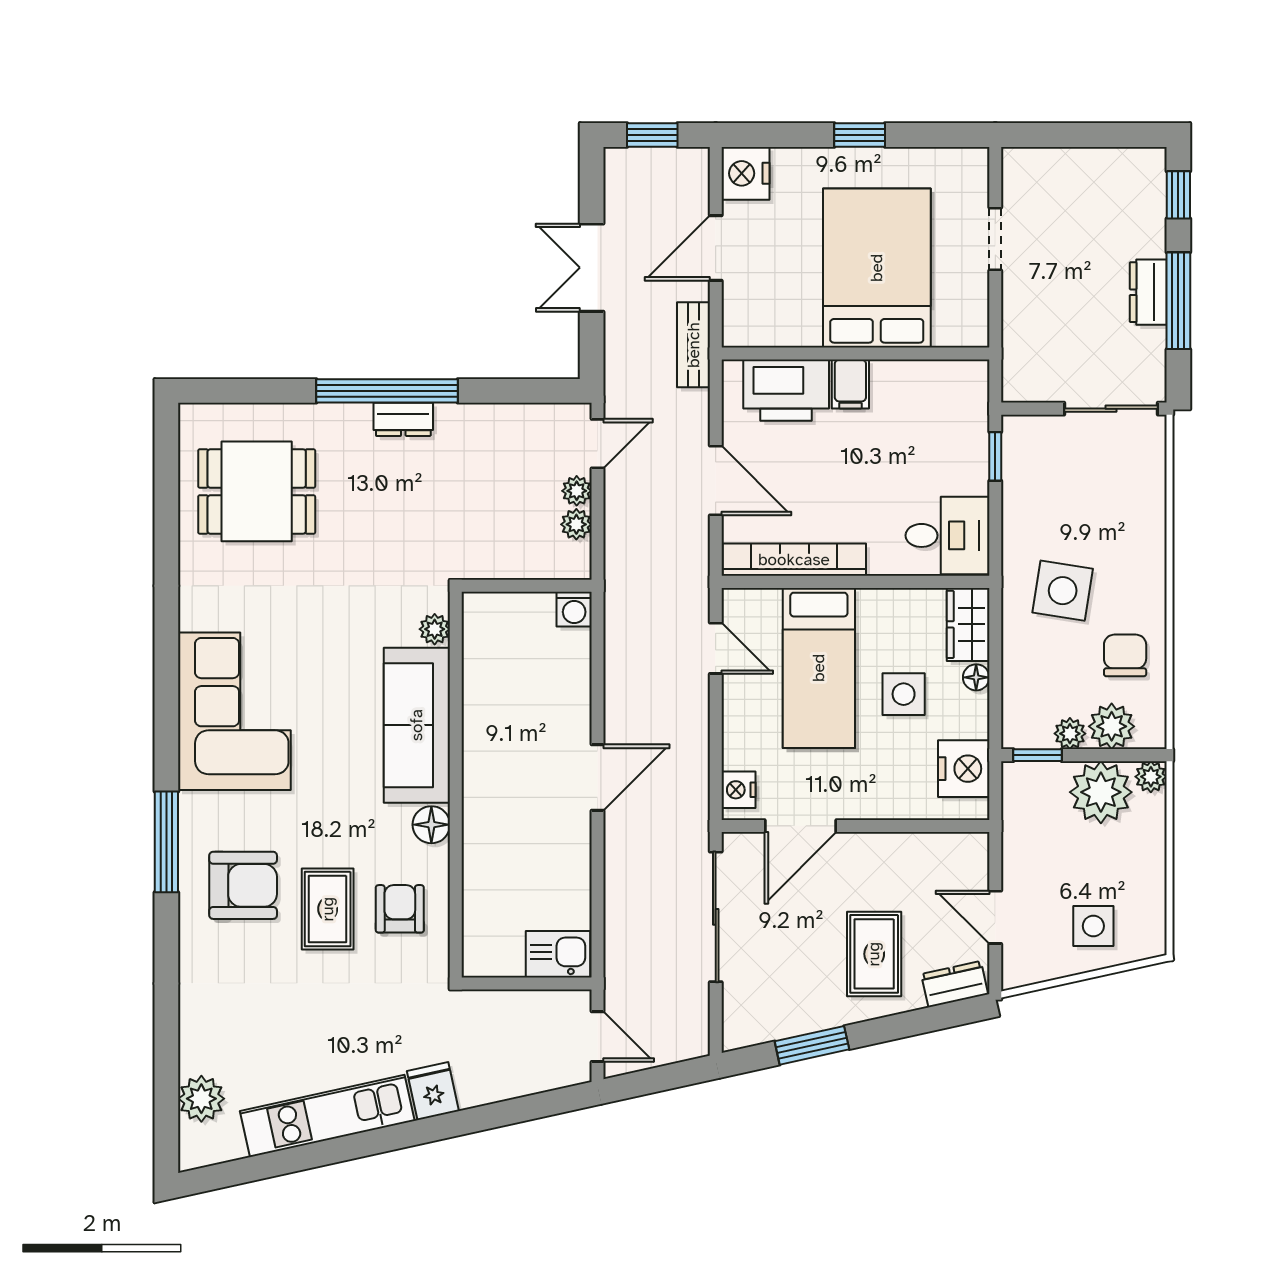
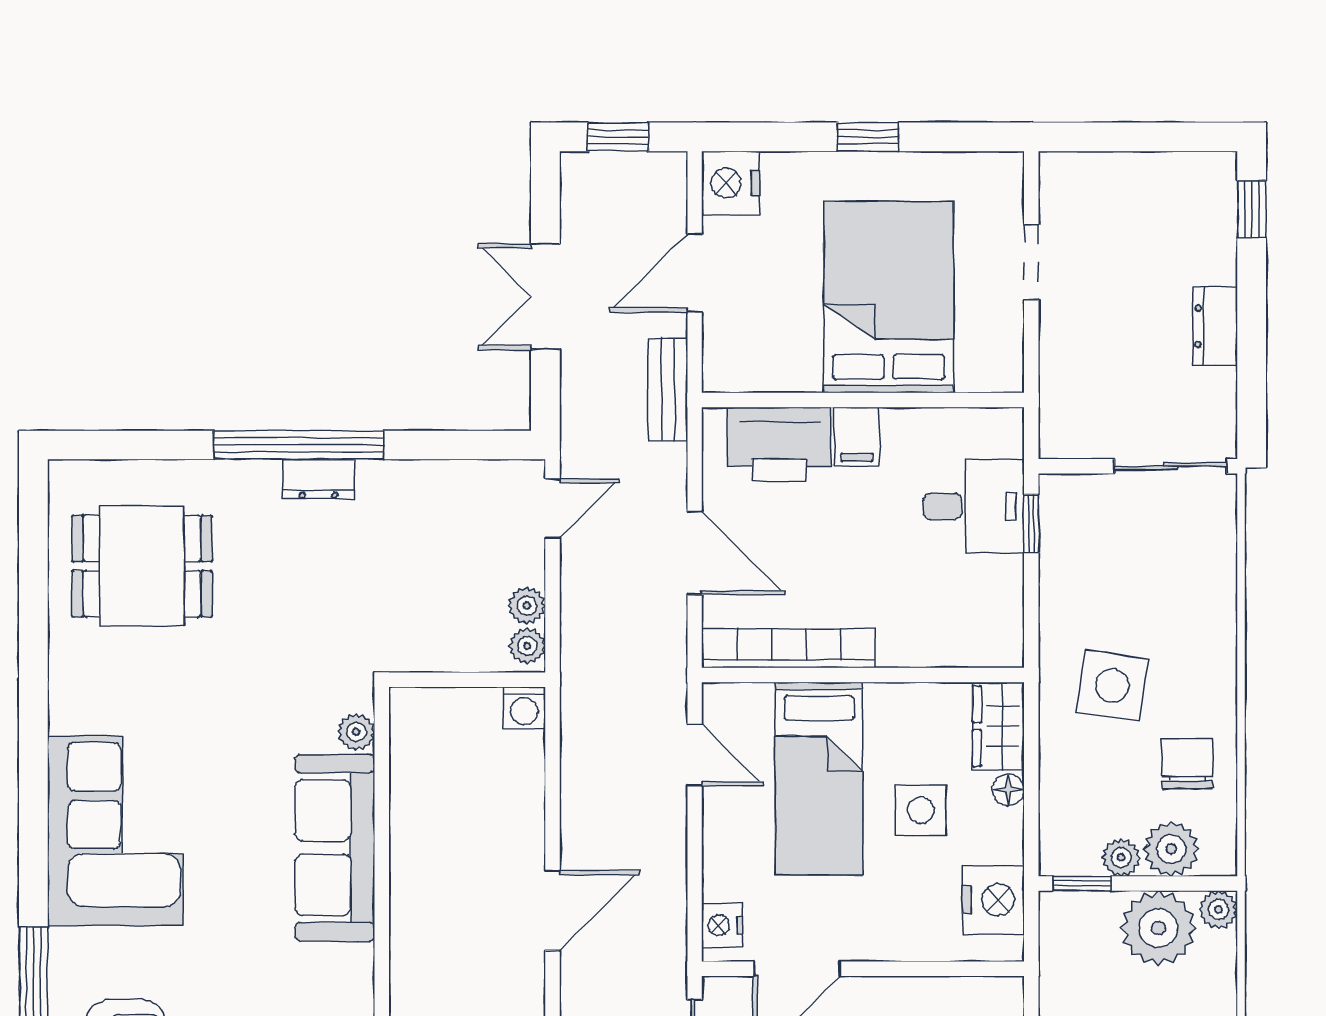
window: (1178, 301) -> (1252, 336), removed
plant: (577, 491) -> (527, 646), moved
desk: (947, 535) -> (974, 506), moved
floor lamp: (431, 825) -> (352, 967), removed

